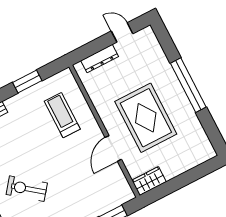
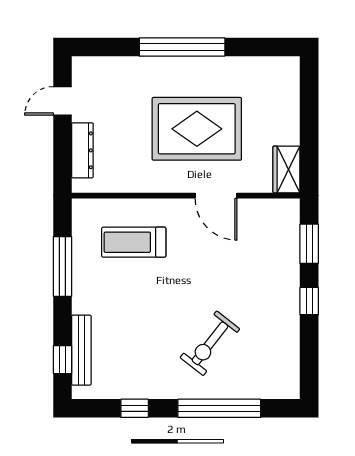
window: (27, 81) -> (62, 266), width x1.44

